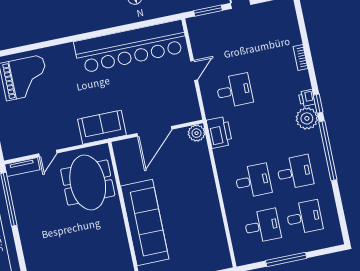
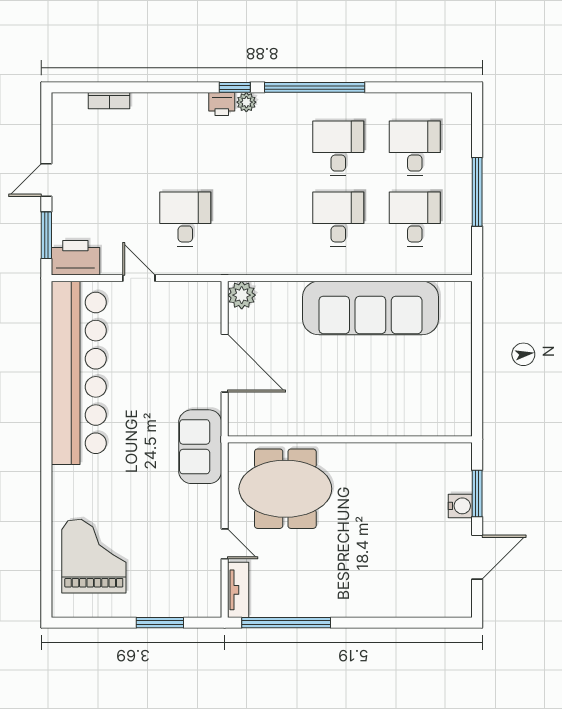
bookcase: (300, 58) -> (109, 101), moved
plant: (307, 118) -> (246, 102), width x0.53, depth x0.53
printer: (219, 132) -> (75, 258), moved
sofa: (145, 222) -> (370, 308), moved, turned 180

